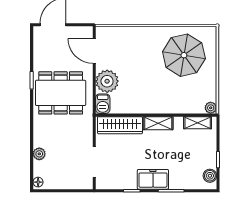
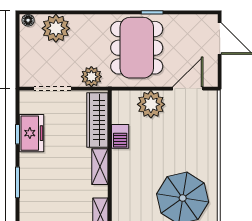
barbecue: (103, 104) -> (120, 136), moved, turned -90
plant: (84, 130) -> (91, 77), added
plant: (39, 154) -> (56, 28), width x1.88, depth x1.88
freezer: (153, 179) -> (31, 133), moved

